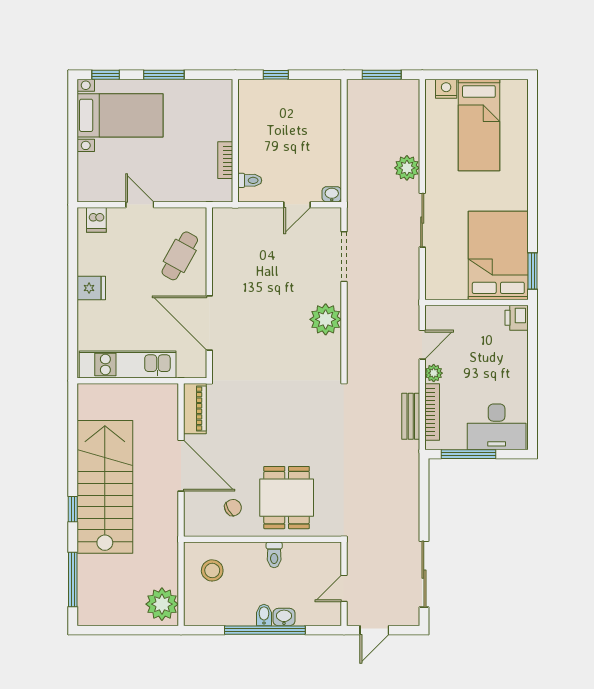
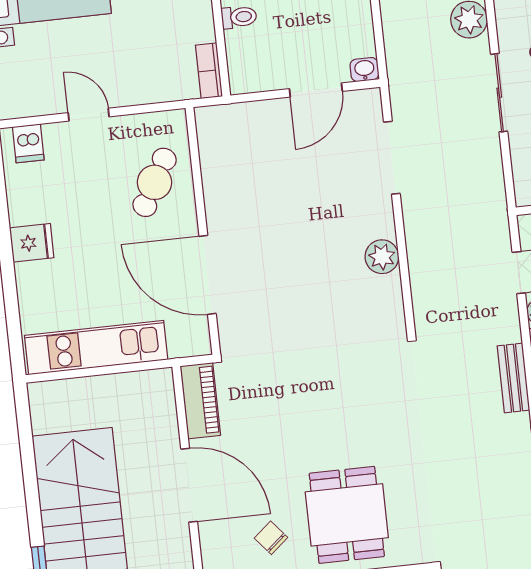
bookcase: (225, 160) -> (209, 71), moved
toilet: (250, 180) -> (239, 17), moved
door: (297, 205) -> (316, 90), width x1.37
plant: (326, 319) -> (382, 257), width x0.73, depth x0.73
chair: (233, 508) -> (271, 538), turned -101

